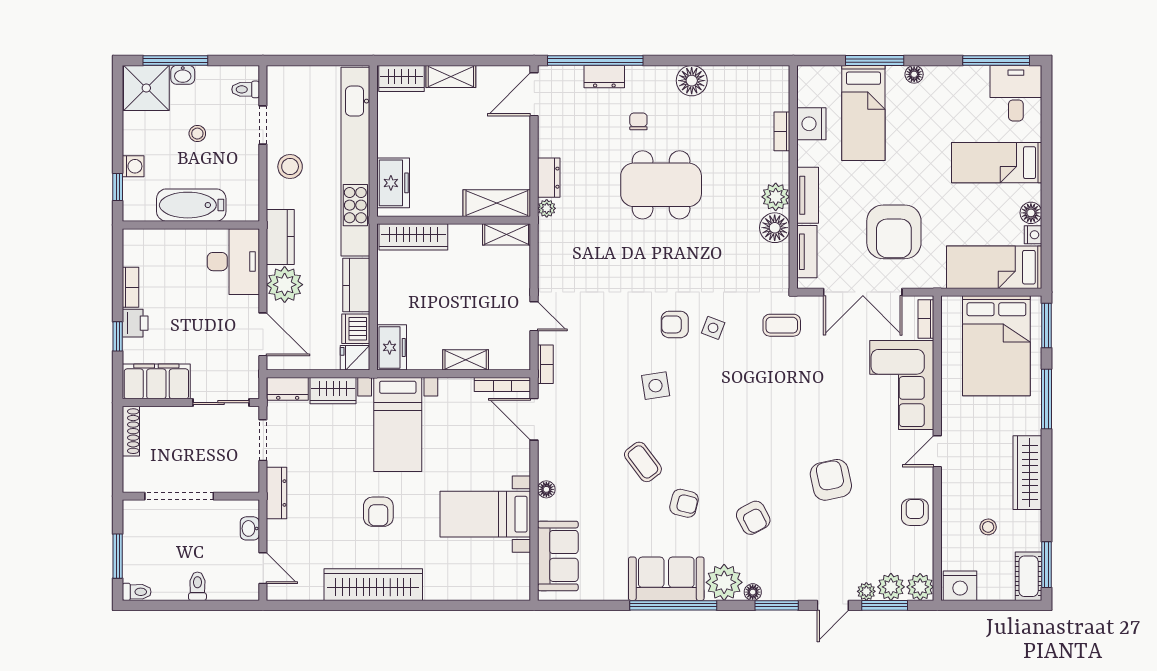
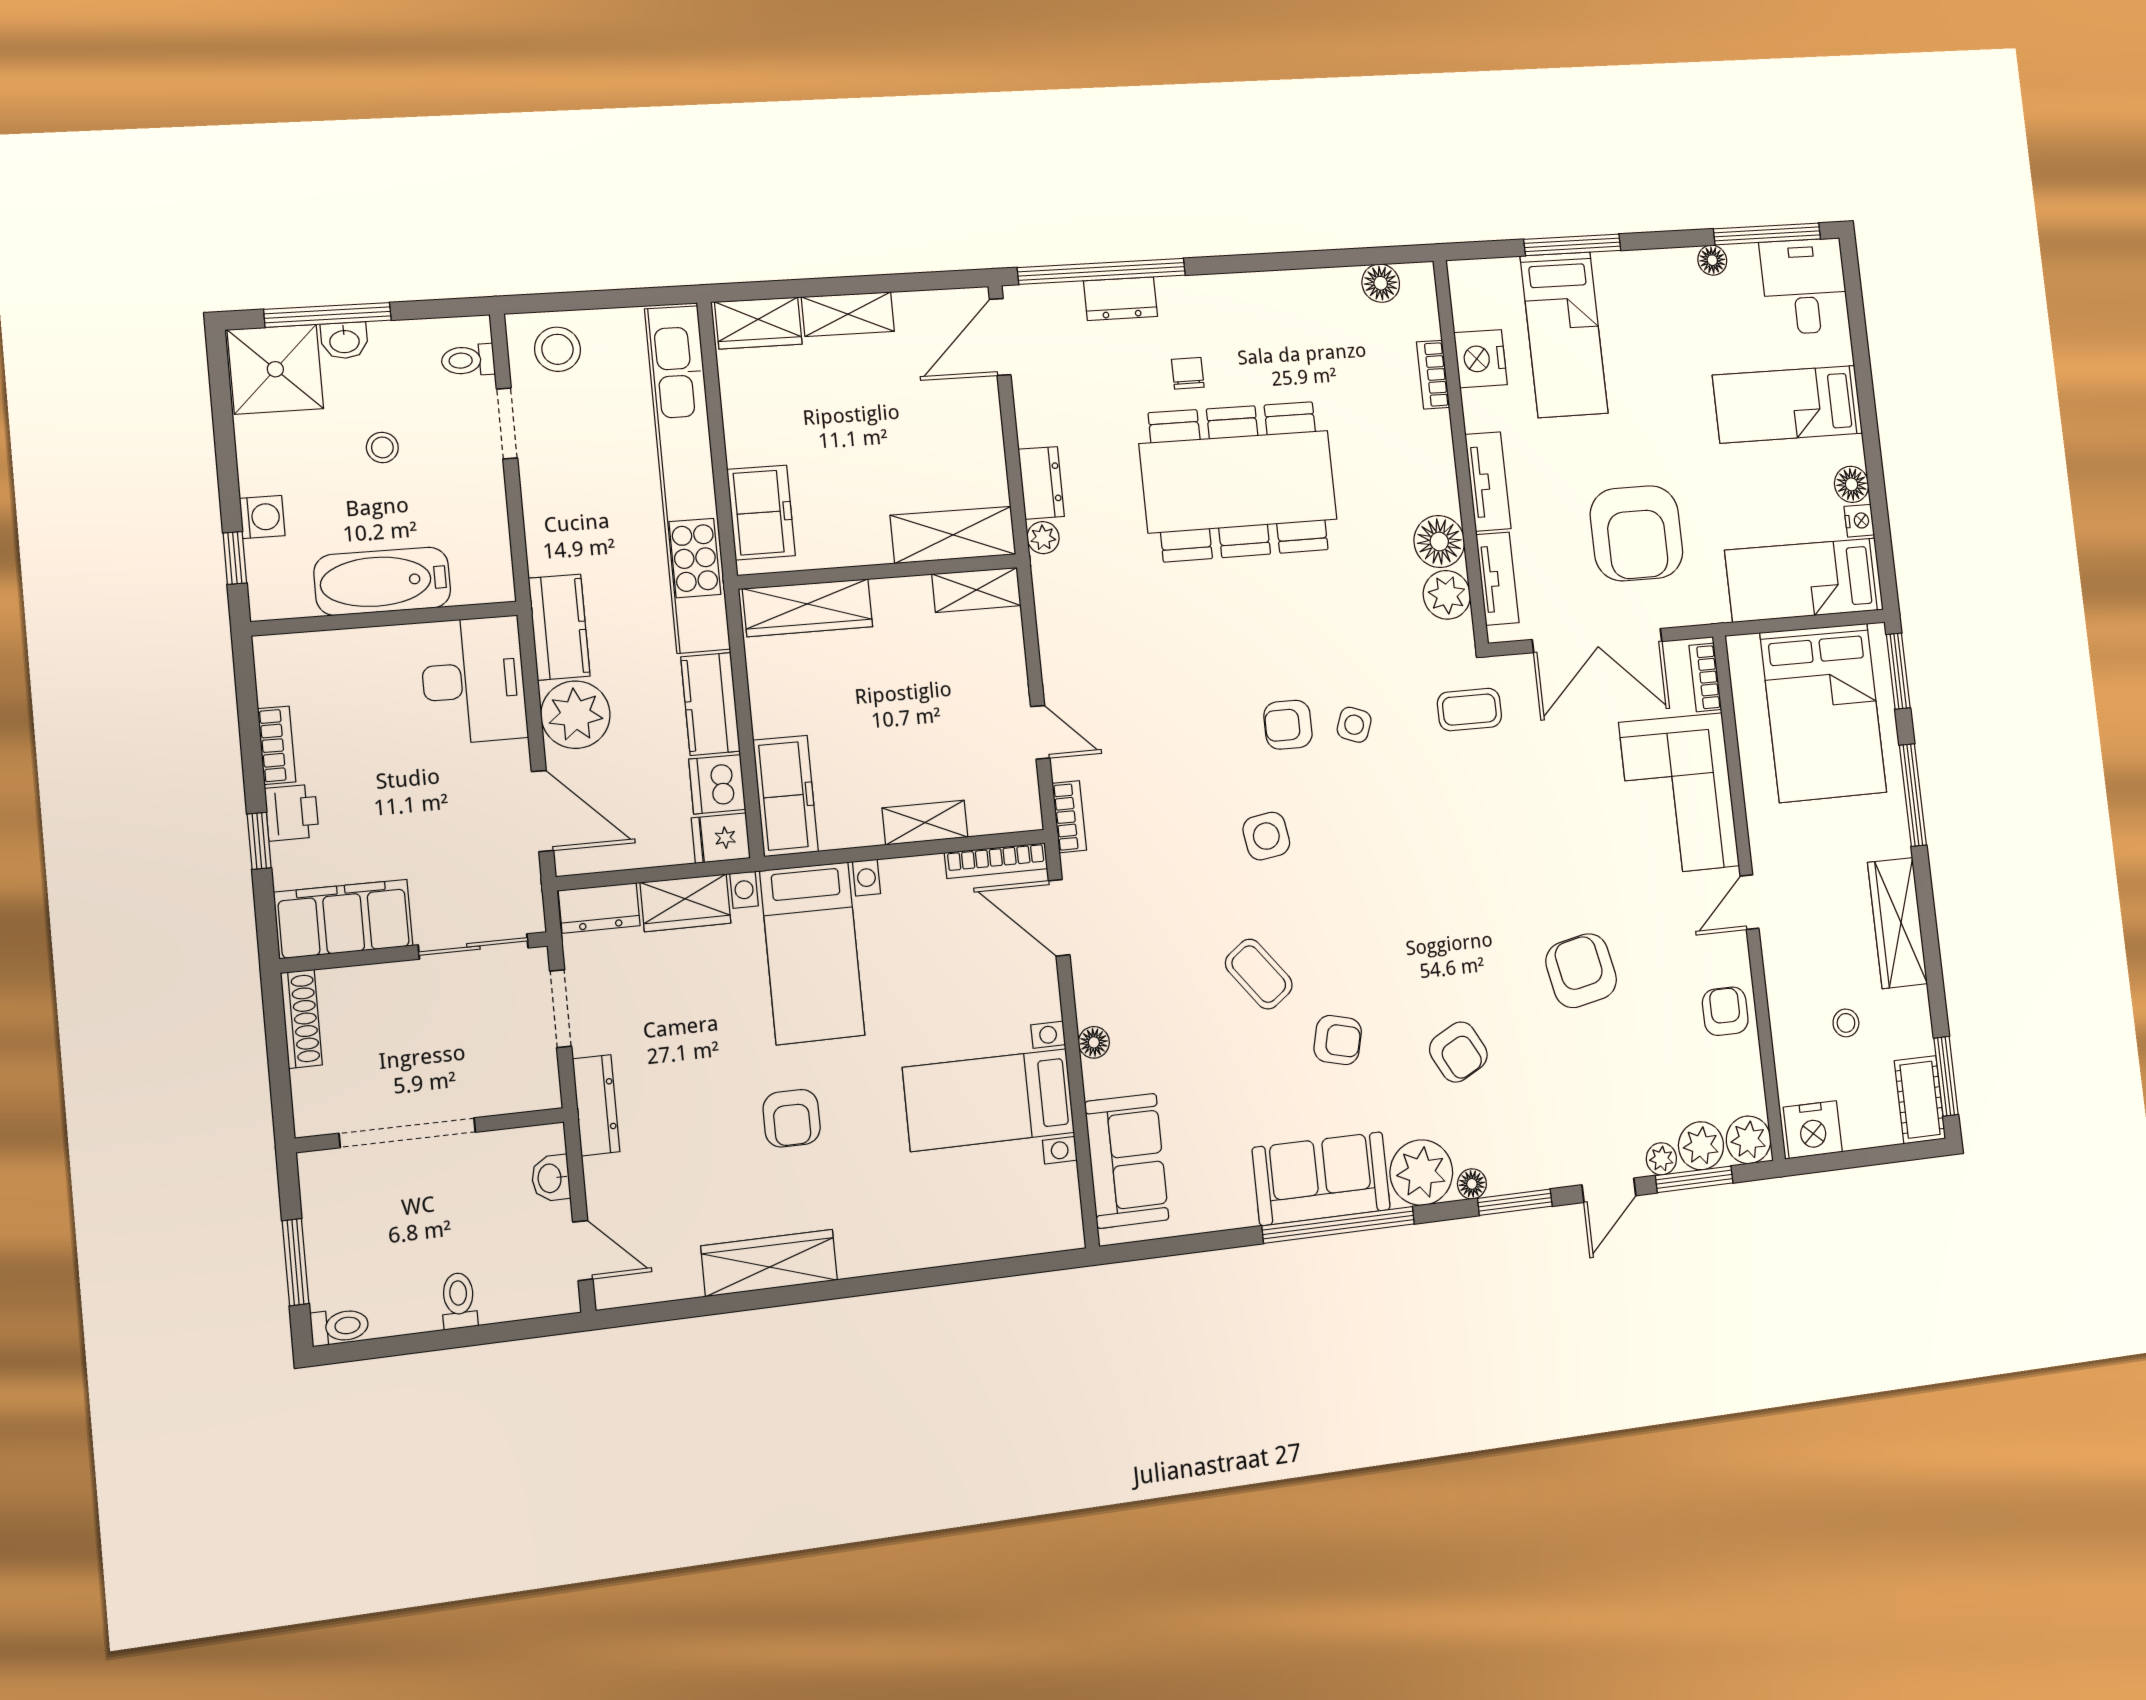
floor lamp: (914, 74) -> (1712, 260), moved
floor lamp: (692, 81) -> (1381, 283), moved, width x0.73, depth x0.73
stool: (290, 167) -> (557, 349), moved
dining table: (661, 185) -> (1238, 482), width x1.36, depth x1.24
plant: (776, 197) -> (1447, 595), moved
freezer: (392, 347) -> (786, 796), width x1.40
wardrobe: (373, 585) -> (769, 1263), width x0.71, depth x0.85

